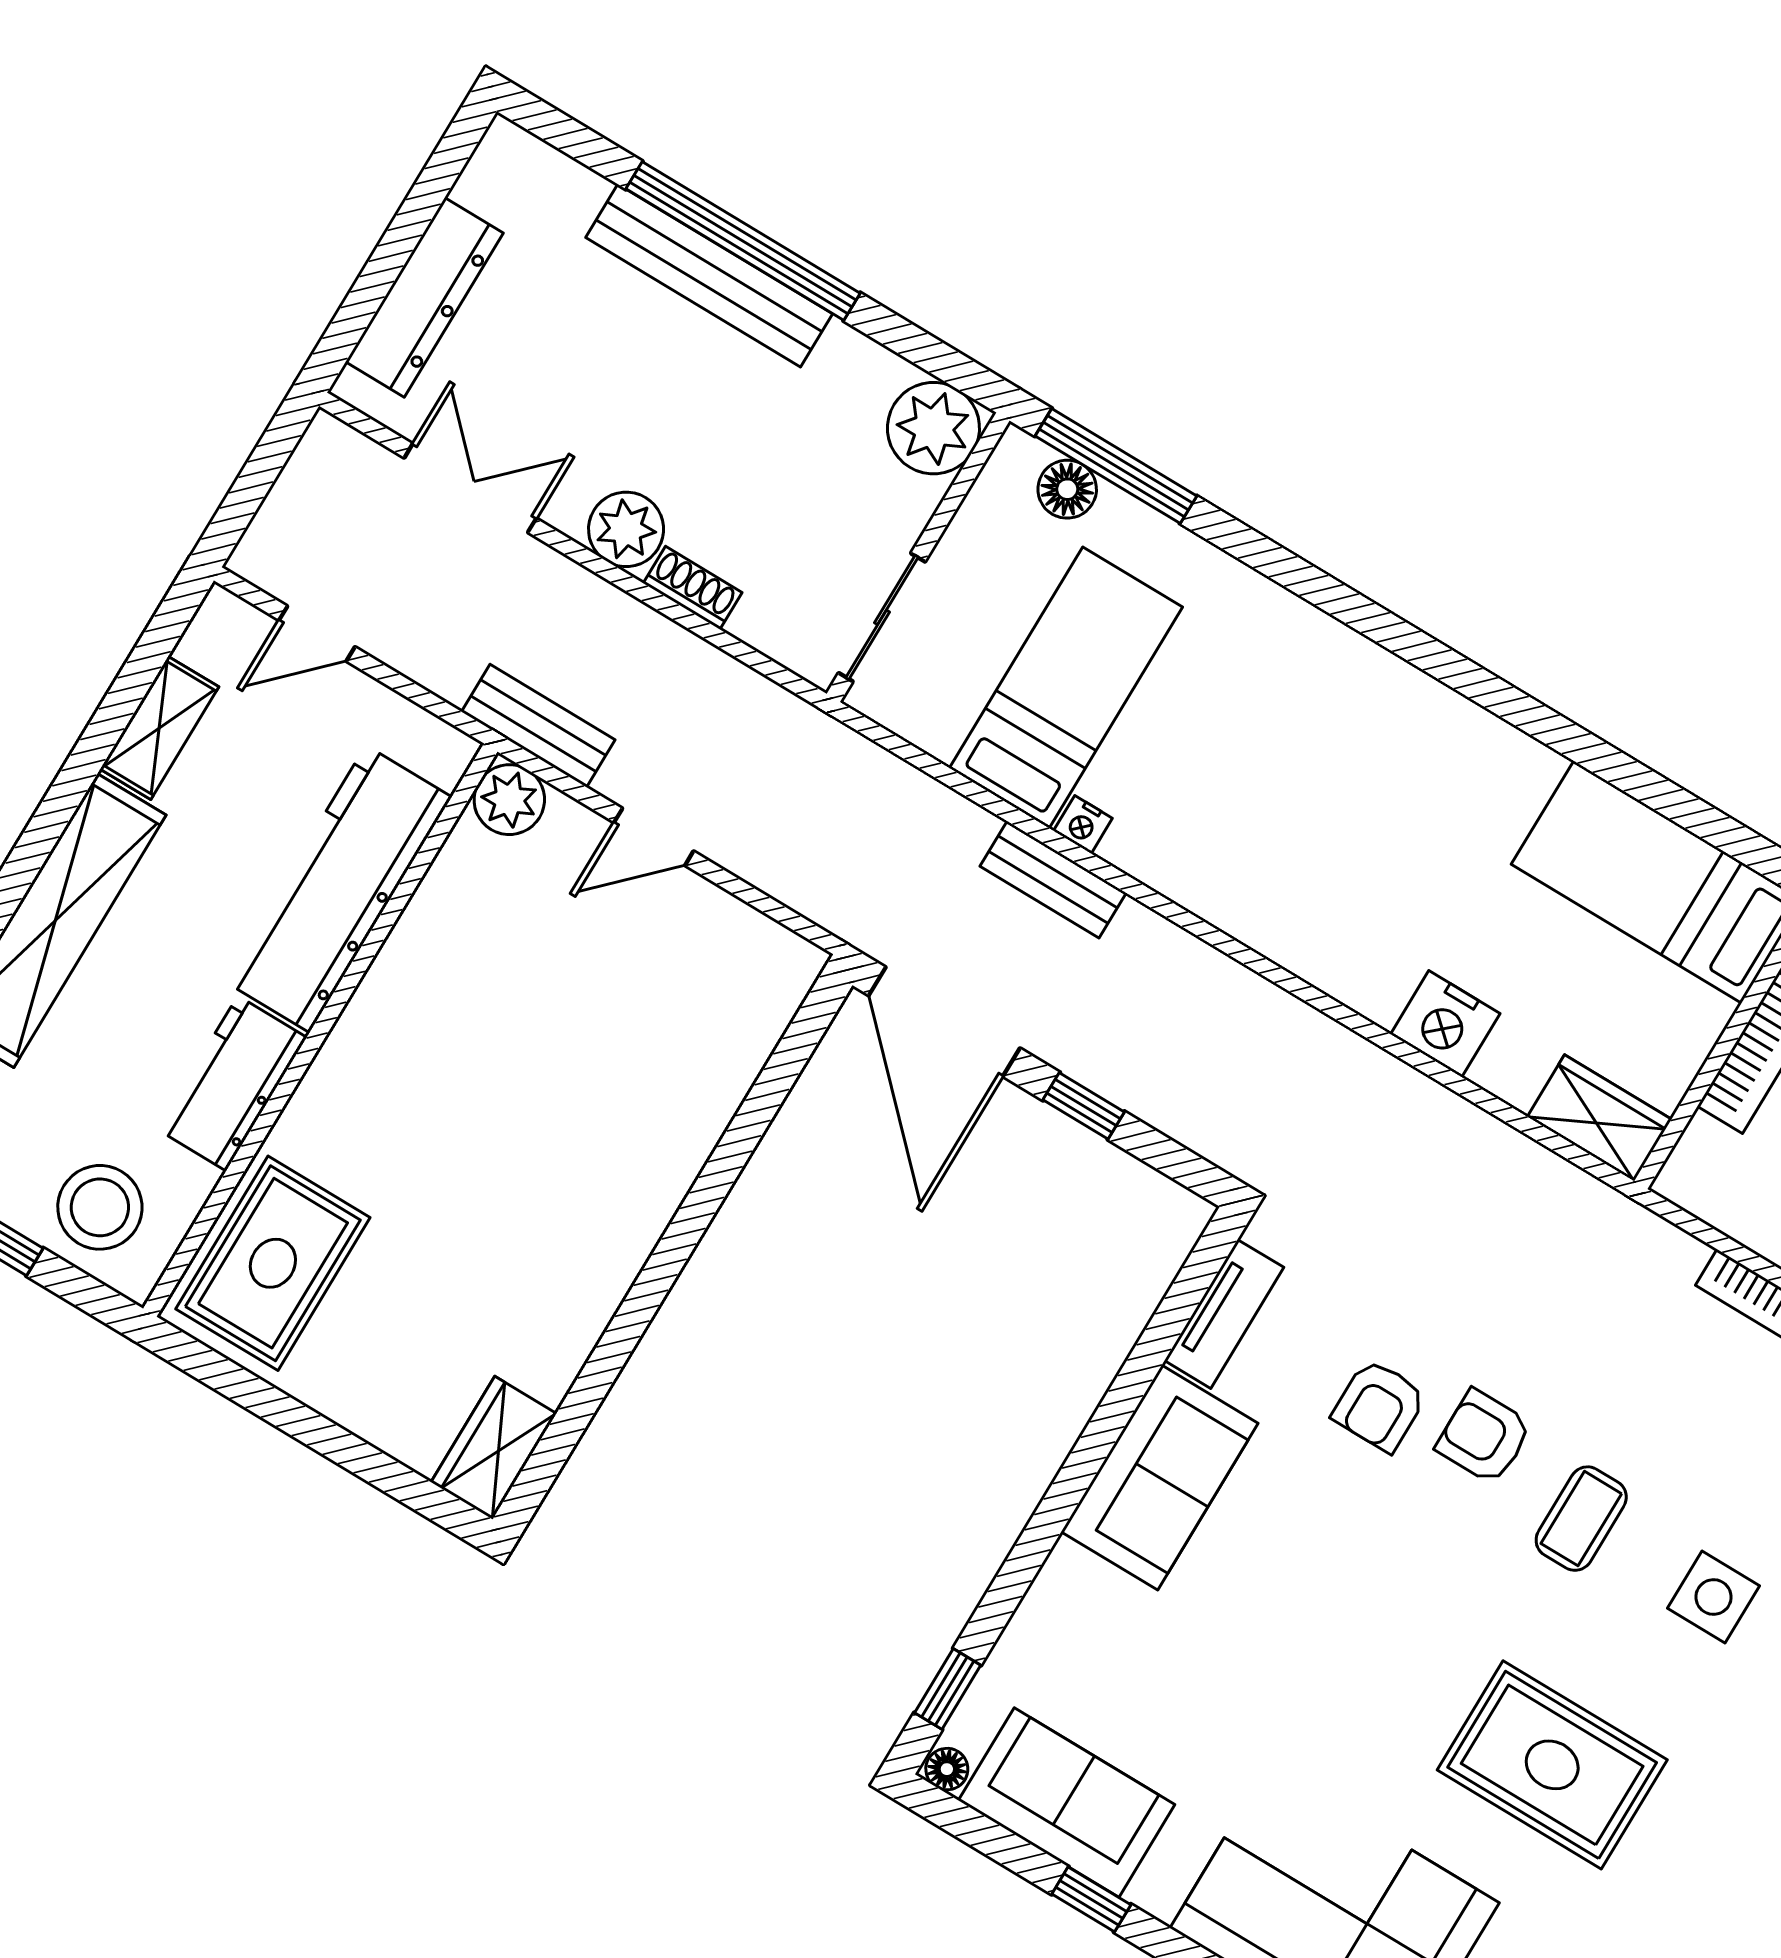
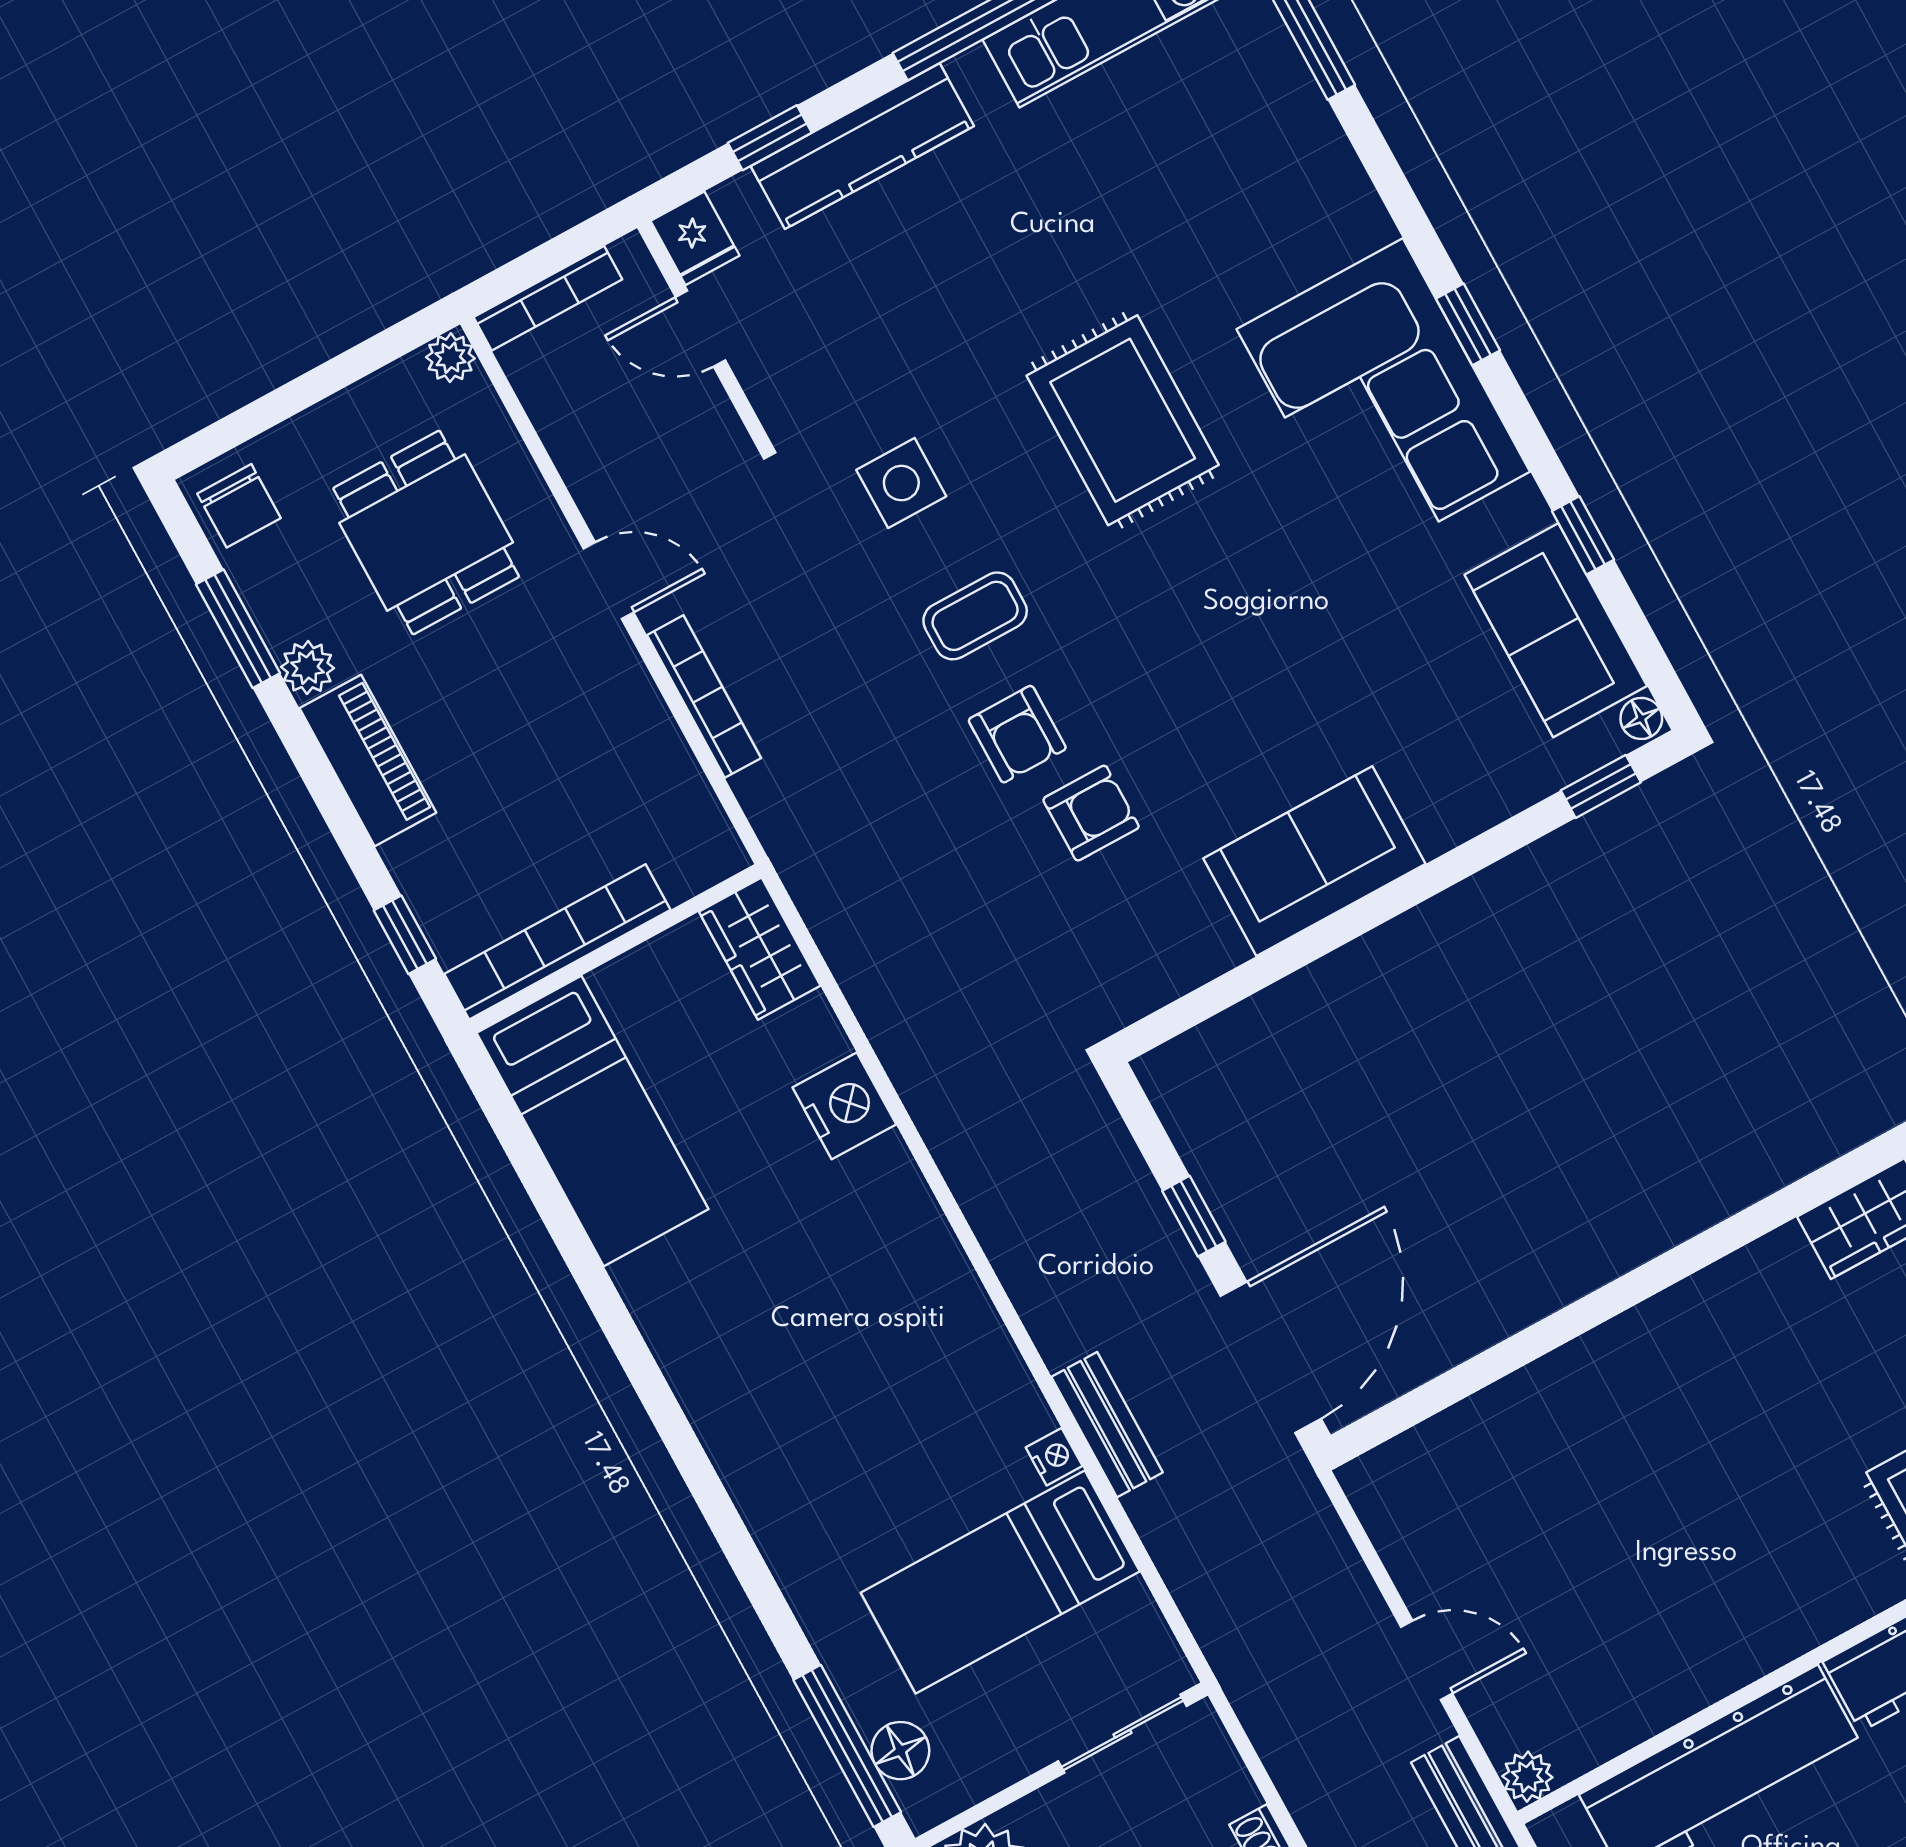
plant: (509, 800) -> (1527, 1777), width x0.73, depth x0.73
tv unit: (1224, 1314) -> (1178, 969), removed

